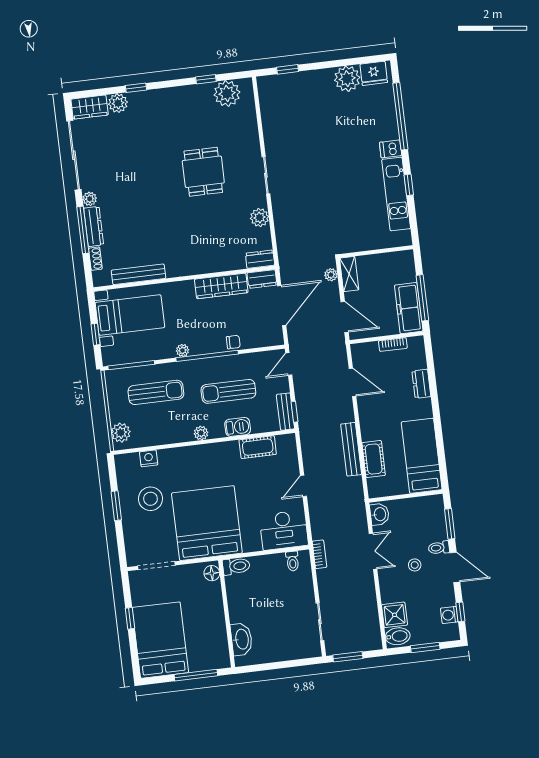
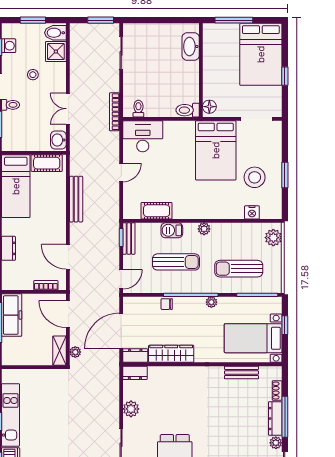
bench: (138, 274) -> (241, 372), width x0.73
bookcase: (393, 345) -> (46, 285), moved
cot: (374, 459) -> (47, 163), moved, turned 90
bed: (207, 523) -> (216, 150), width x0.73
bookcase: (319, 554) -> (114, 112), width x1.56
stool: (415, 565) -> (33, 75), moved

